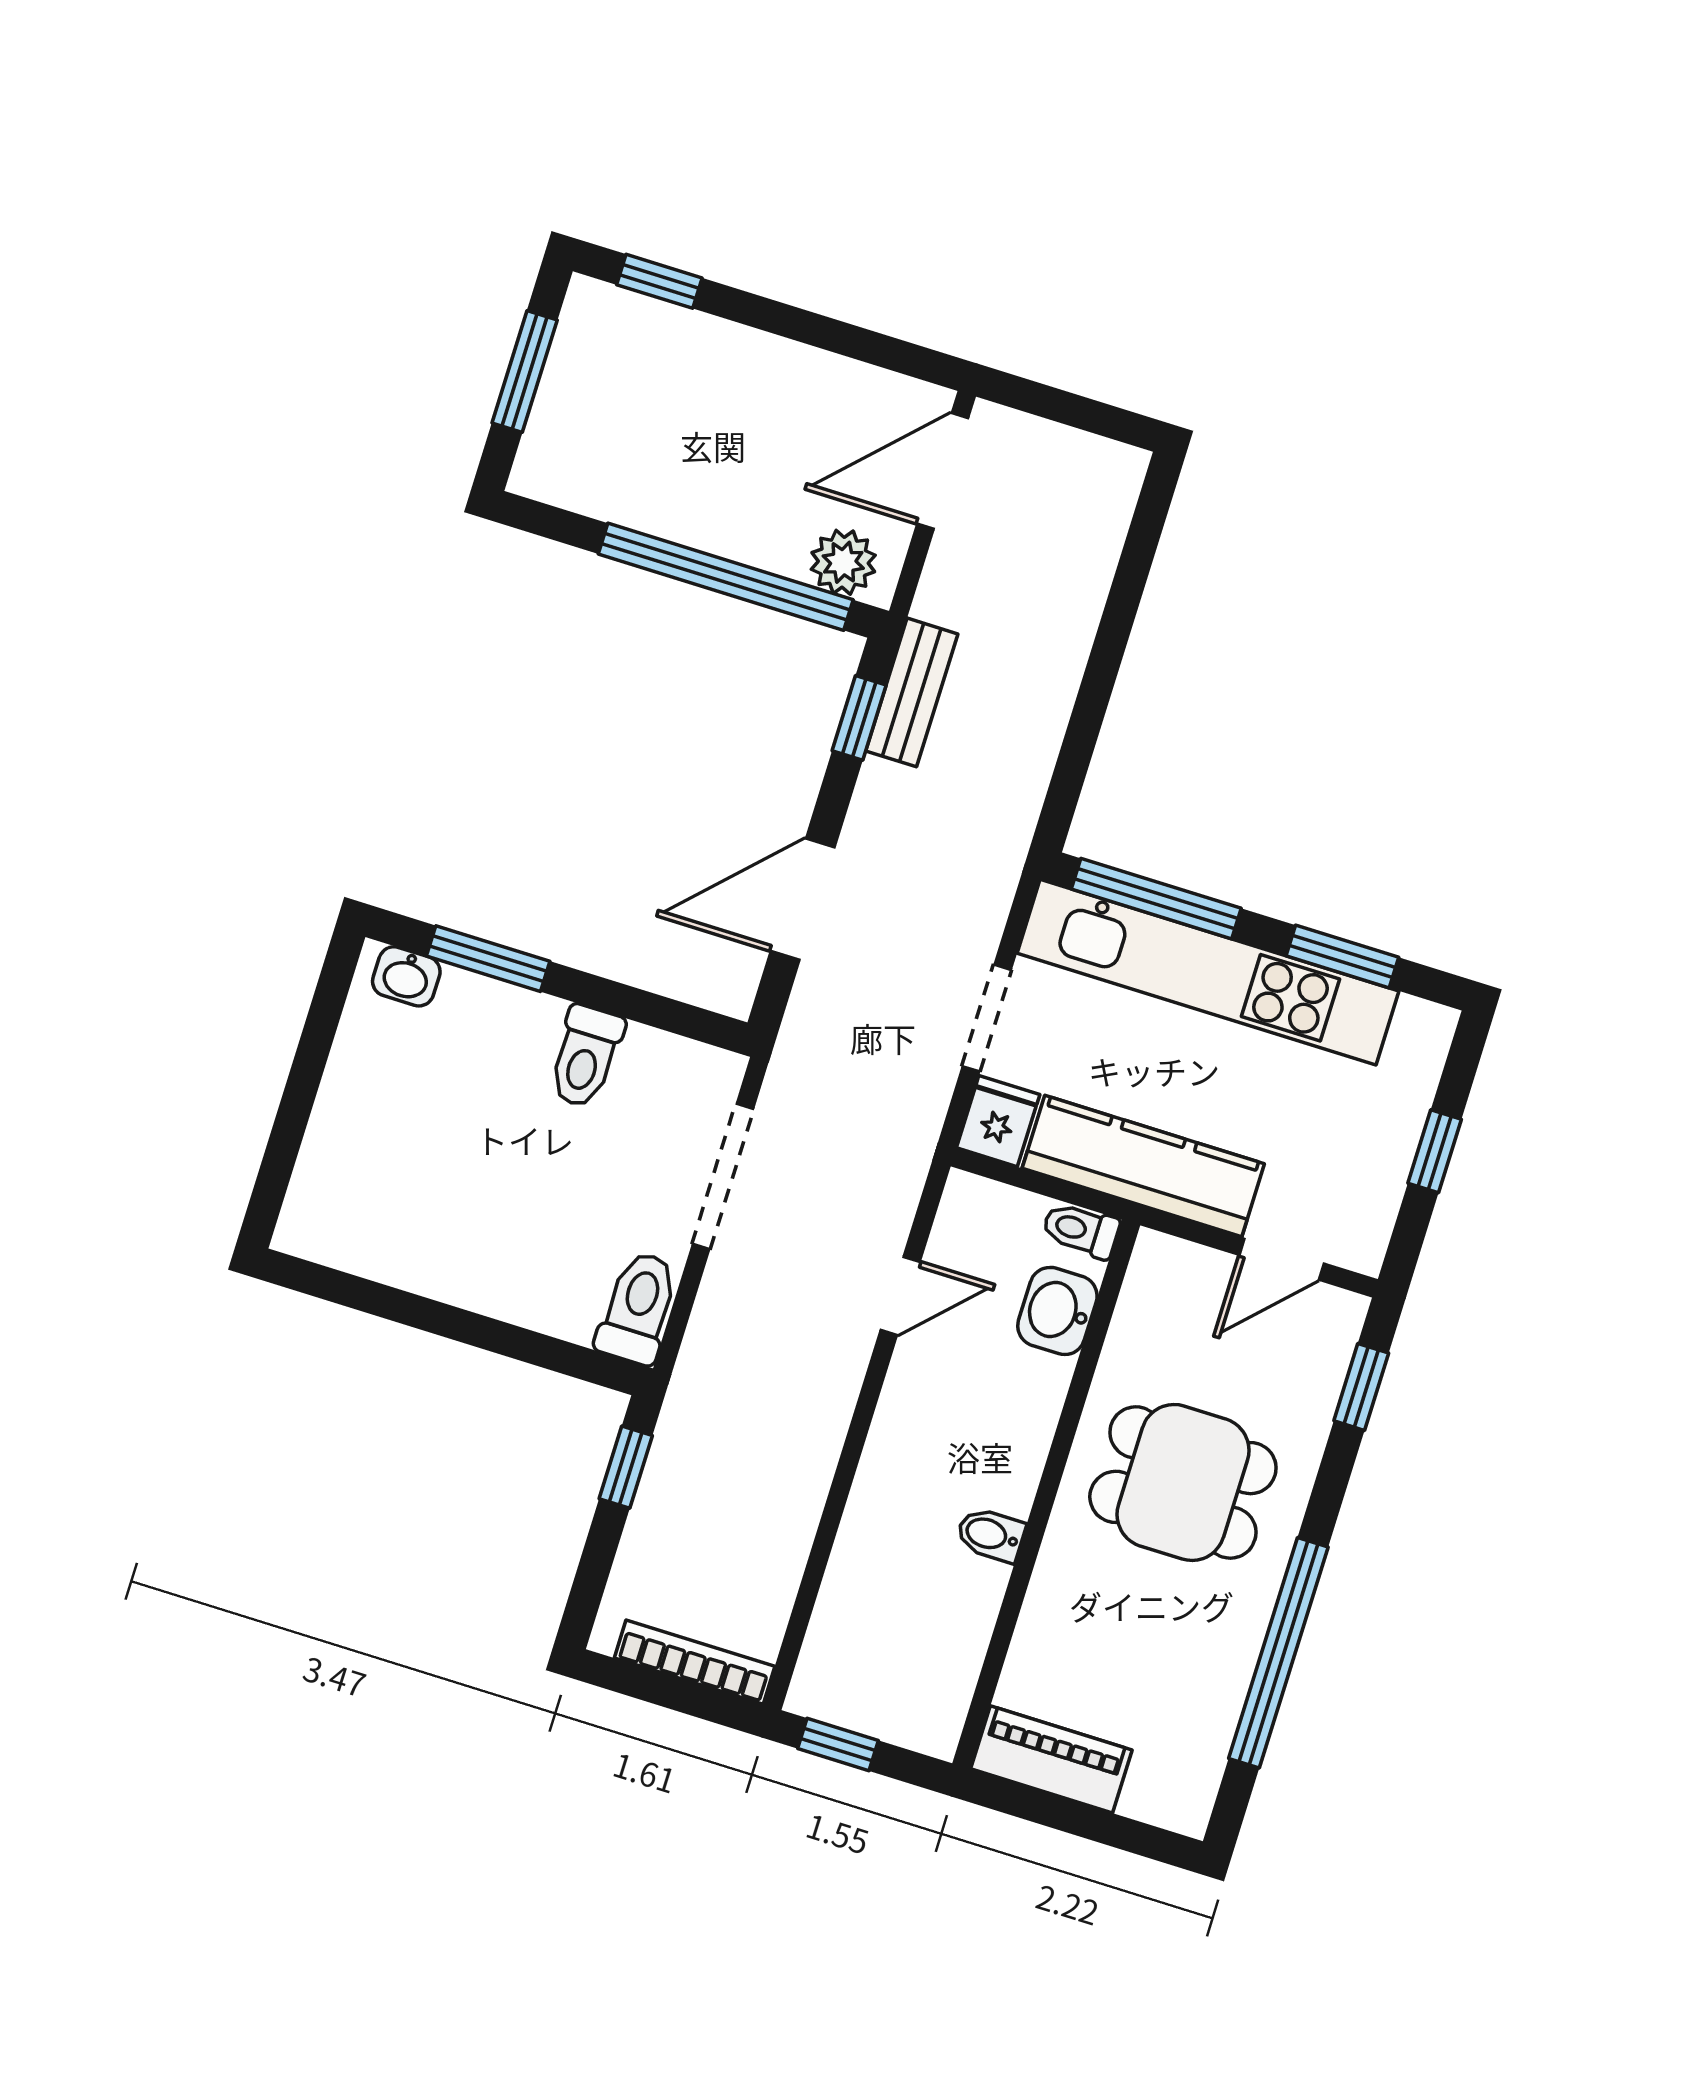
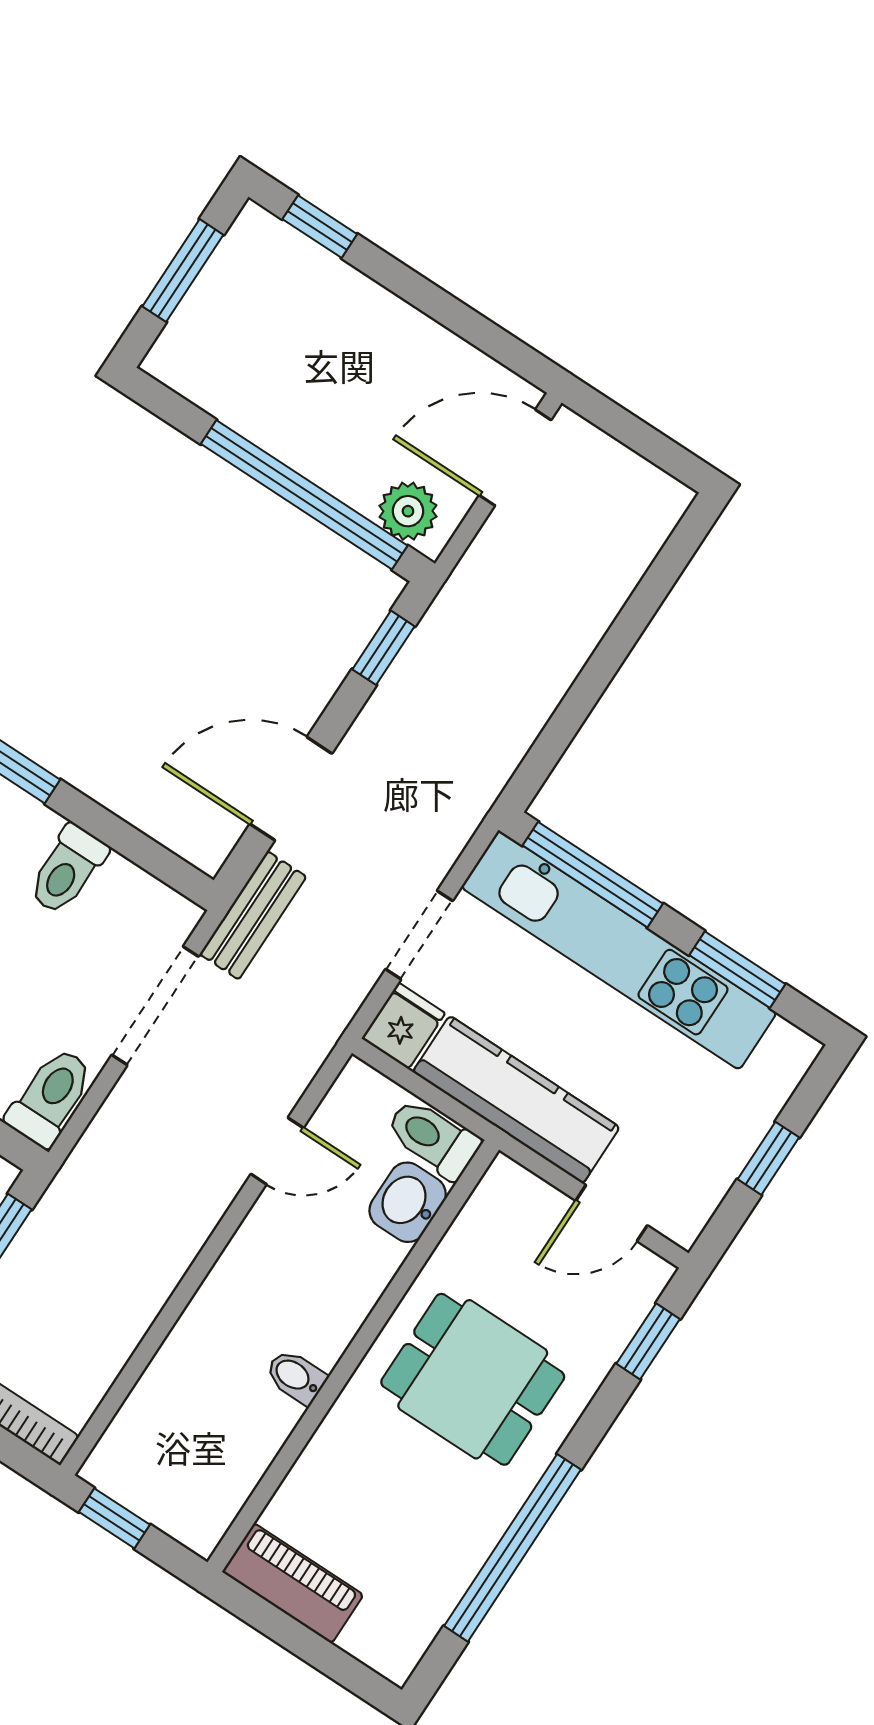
bench: (912, 692) -> (253, 915), moved
toilet: (1081, 1230) -> (433, 1138), width x1.37, depth x1.39

